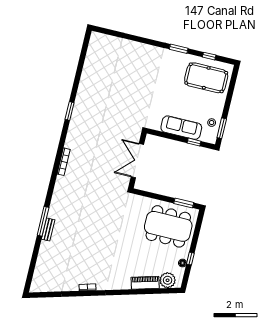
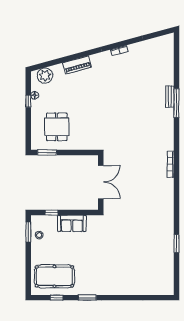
window: (70, 111) -> (177, 243), moved
sofa: (181, 128) -> (72, 223), width x0.73
dining table: (168, 226) -> (57, 127), width x0.53, depth x0.80
piano: (145, 283) -> (77, 65), moved

